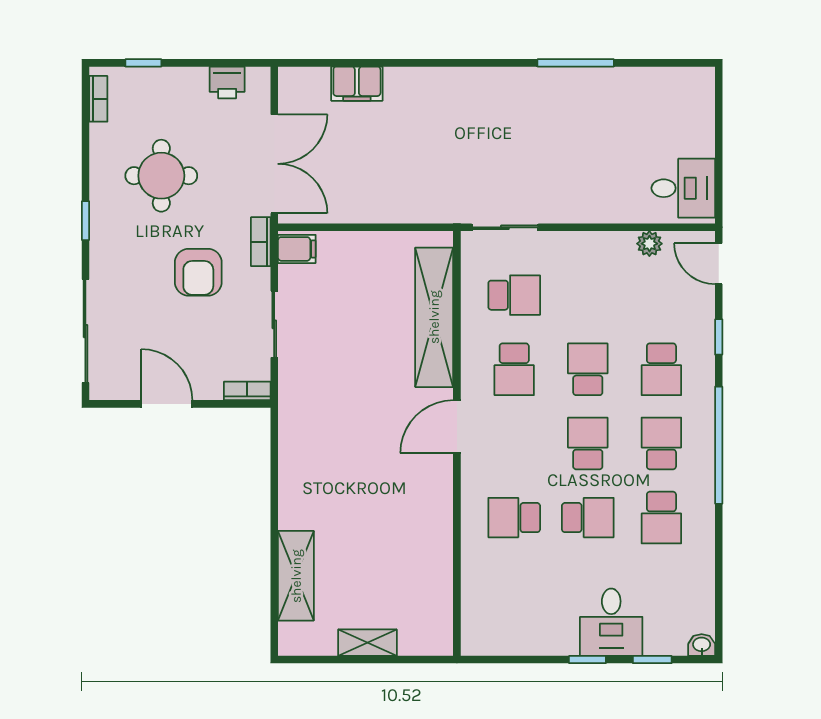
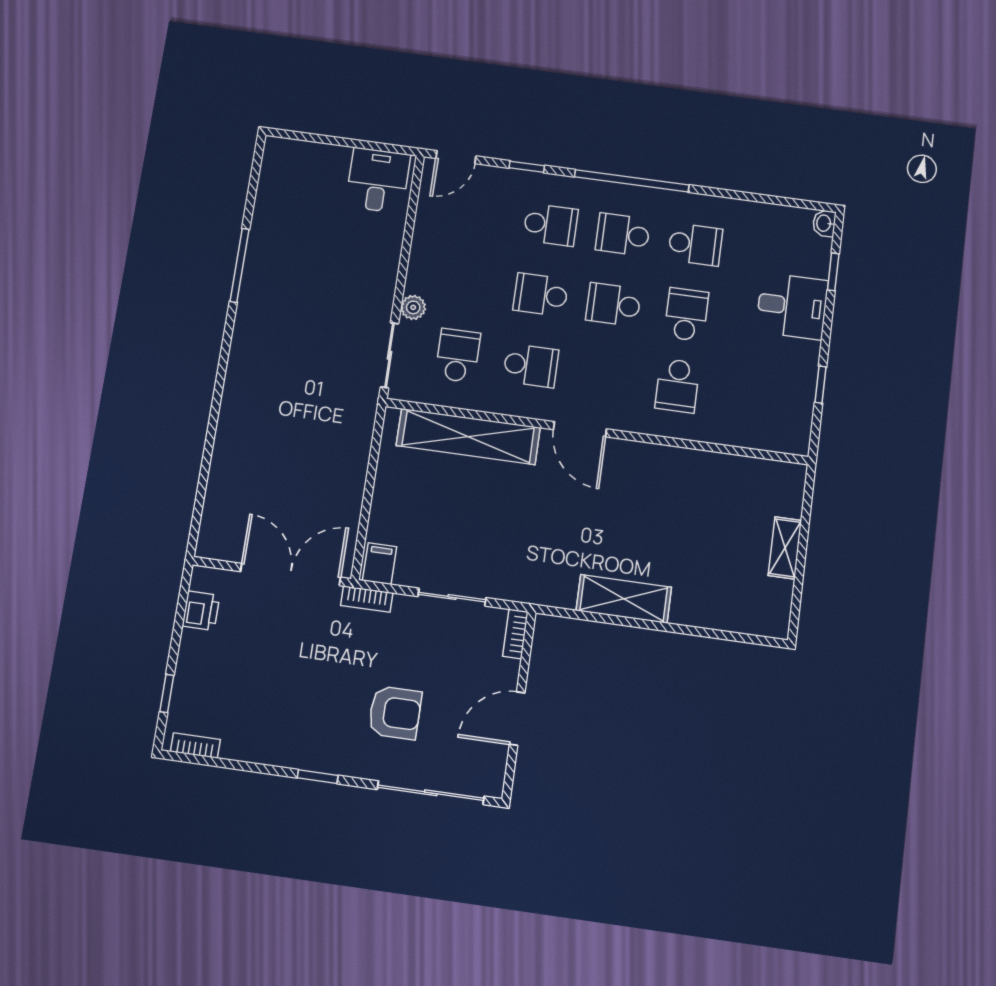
filing cabinet: (357, 84) -> (224, 481), removed
round table: (161, 176) -> (284, 691), removed
plant: (649, 244) -> (413, 307), moved
armchair: (198, 272) -> (395, 713), moved
shelving: (296, 576) -> (624, 599), moved
window: (587, 660) -> (821, 385), moved

